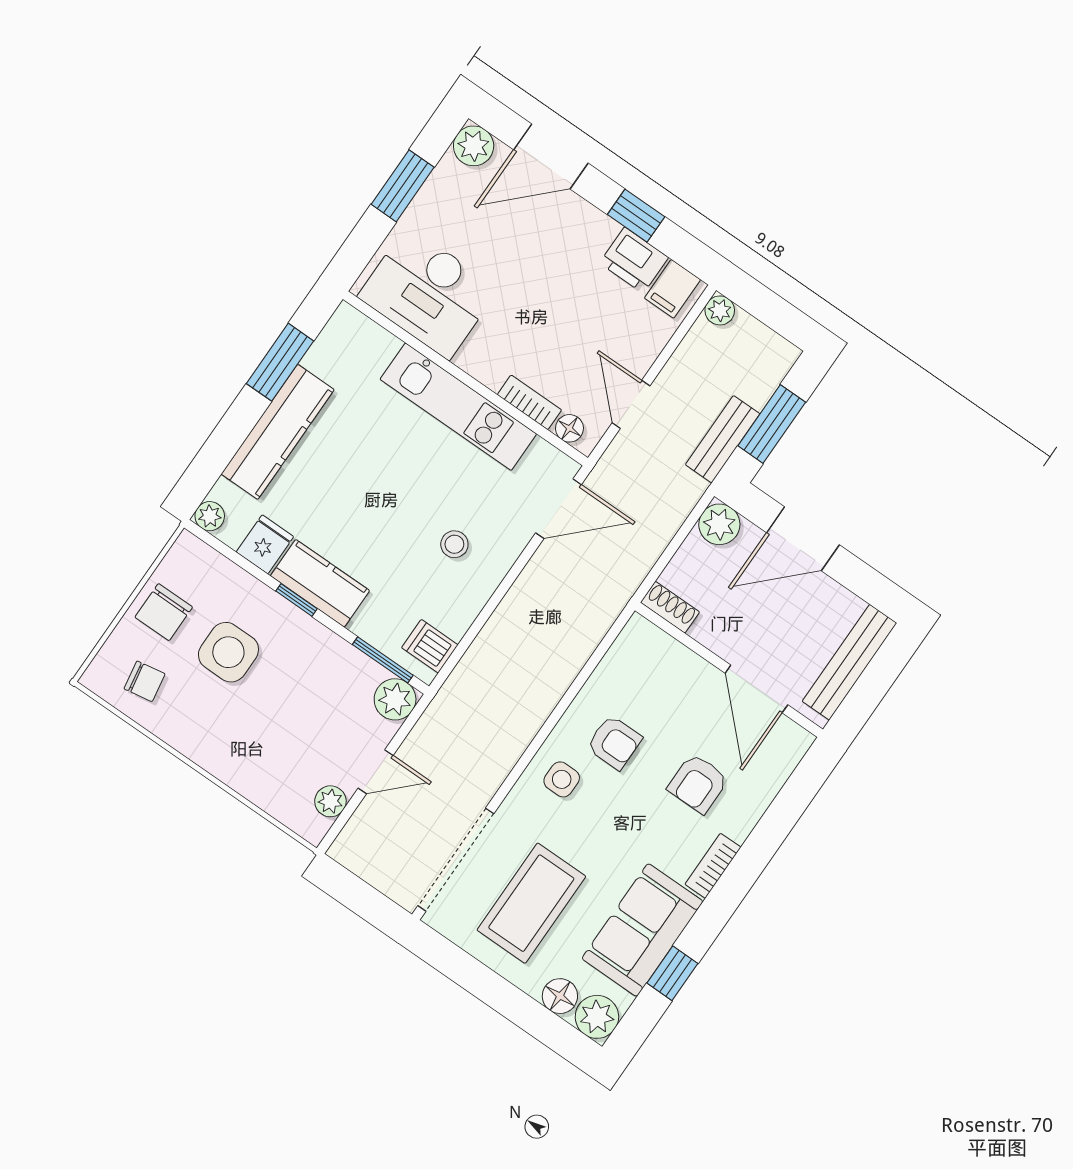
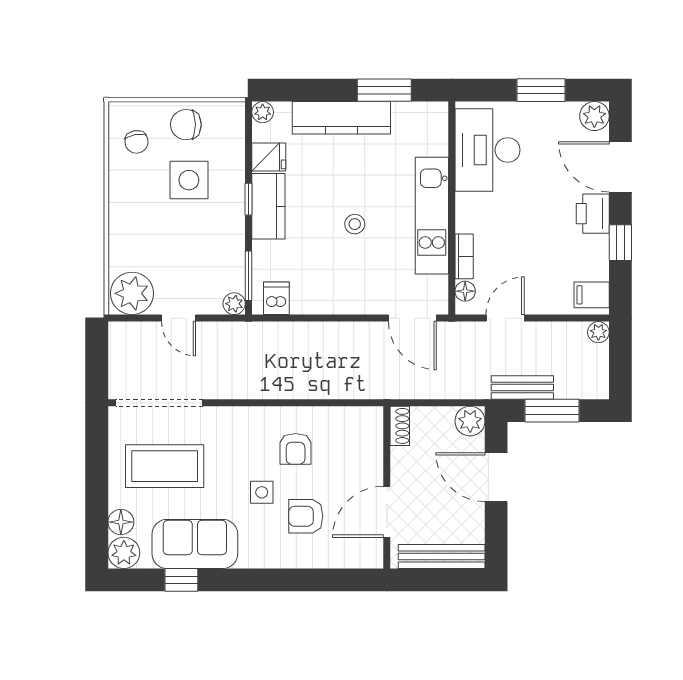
printer: (634, 260) -> (593, 214), moved
stool: (454, 544) -> (355, 224), moved
plant: (395, 699) -> (234, 304), width x0.73, depth x0.73
side table: (562, 779) -> (262, 492), moved
plant: (330, 801) -> (132, 293), width x1.88, depth x1.88
bookcase: (713, 866) -> (263, 559), removed

